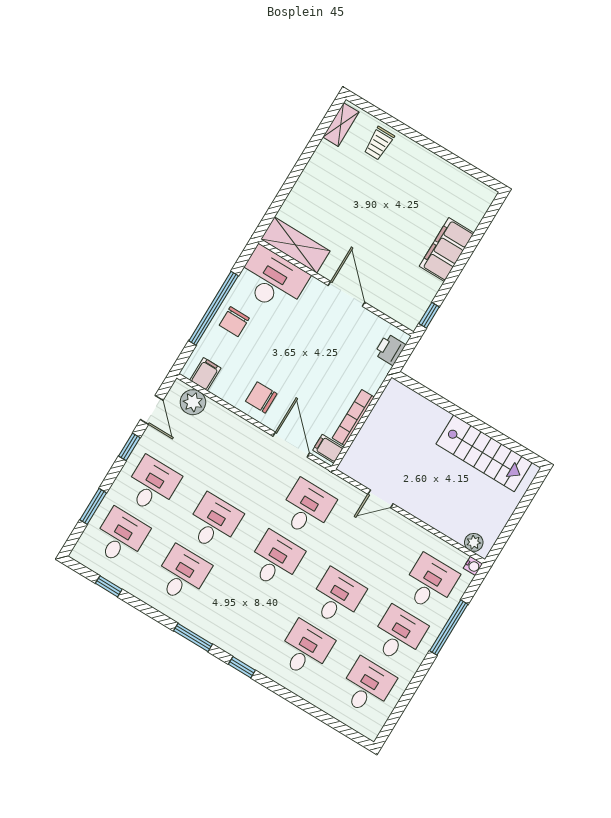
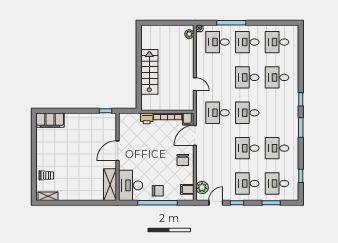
filing cabinet: (447, 250) -> (50, 120), moved
printer: (390, 349) -> (147, 118), moved
stairs: (484, 453) -> (149, 72), moved

